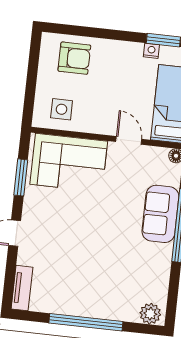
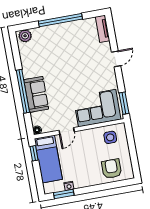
armchair: (74, 58) -> (112, 169), turned 90
door: (129, 140) -> (67, 131), hinge flipped
window: (21, 177) -> (124, 103), moved

